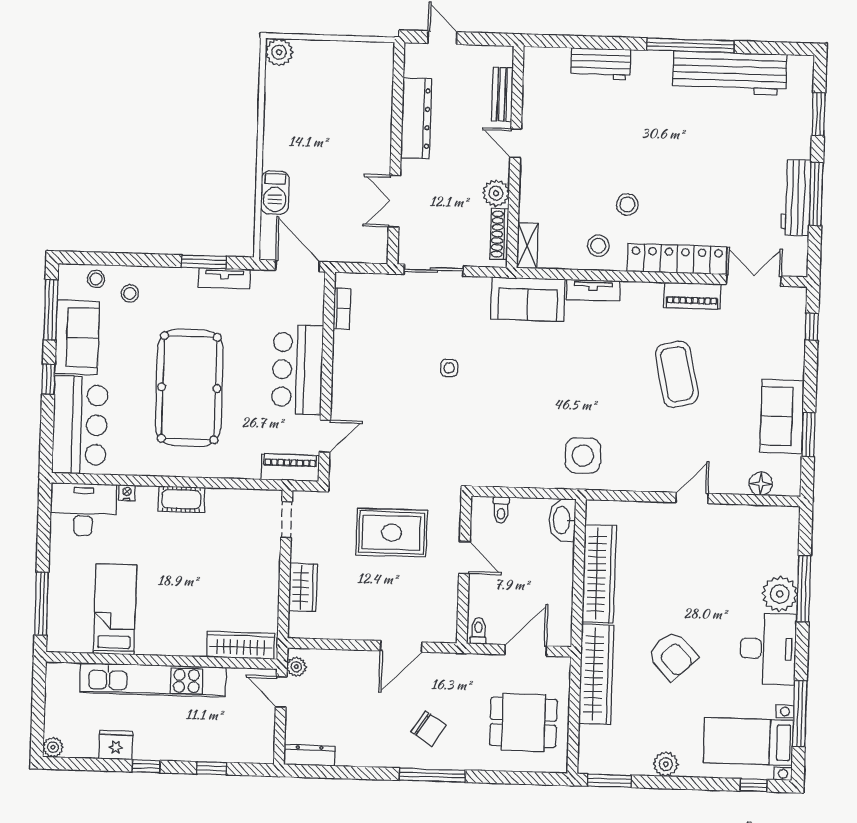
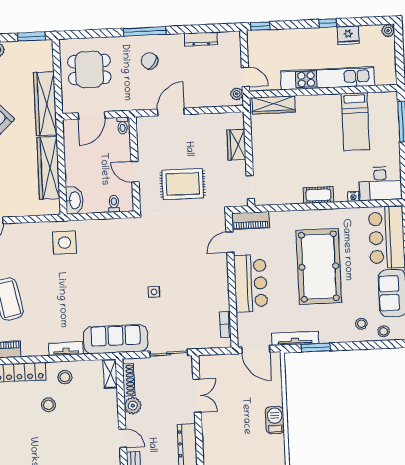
barbecue: (275, 193) -> (275, 420), moved
tv unit: (224, 278) -> (295, 338), width x1.41
sofa: (528, 299) -> (116, 339), width x1.36
dresser: (309, 755) -> (201, 39), moved
window: (212, 768) -> (260, 26), moved

